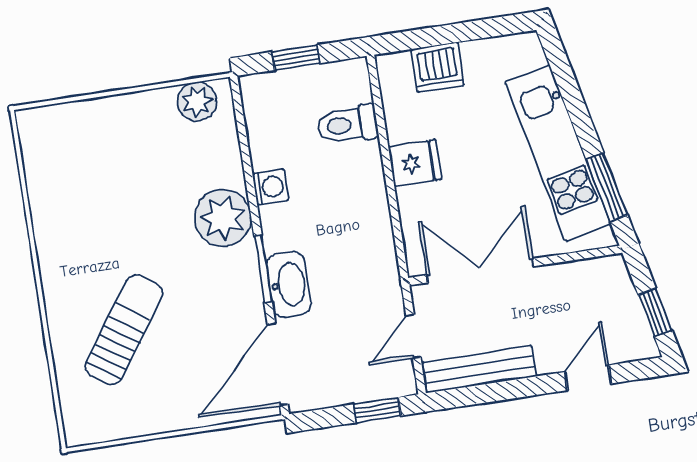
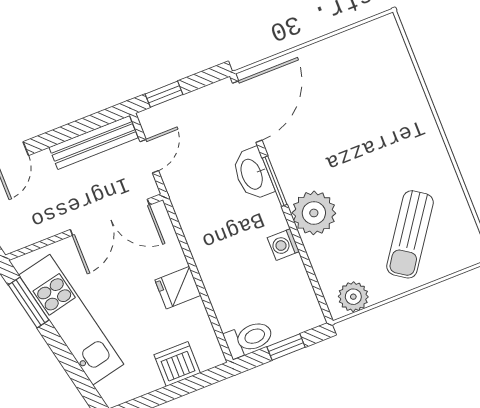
toilet: (347, 125) -> (249, 339), moved
sun lounger: (124, 330) -> (410, 234), moved

